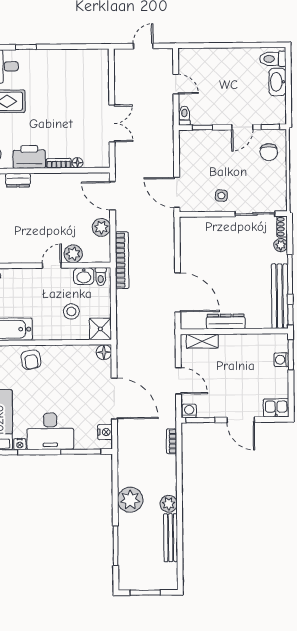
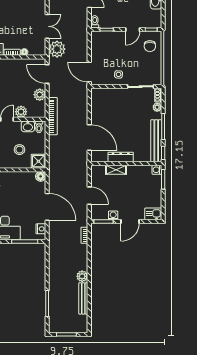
shelving: (202, 341) -> (116, 170), moved
washing machine: (281, 360) -> (157, 170), moved
washing machine: (189, 411) -> (113, 215), moved
door: (241, 420) -> (130, 222), hinge flipped
plant: (130, 500) -> (57, 49), moved

